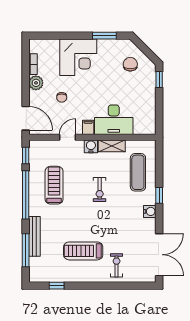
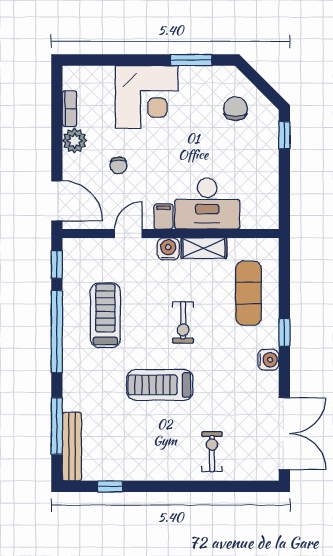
bench: (34, 236) -> (72, 447), moved
treadmill: (83, 251) -> (160, 385), moved

